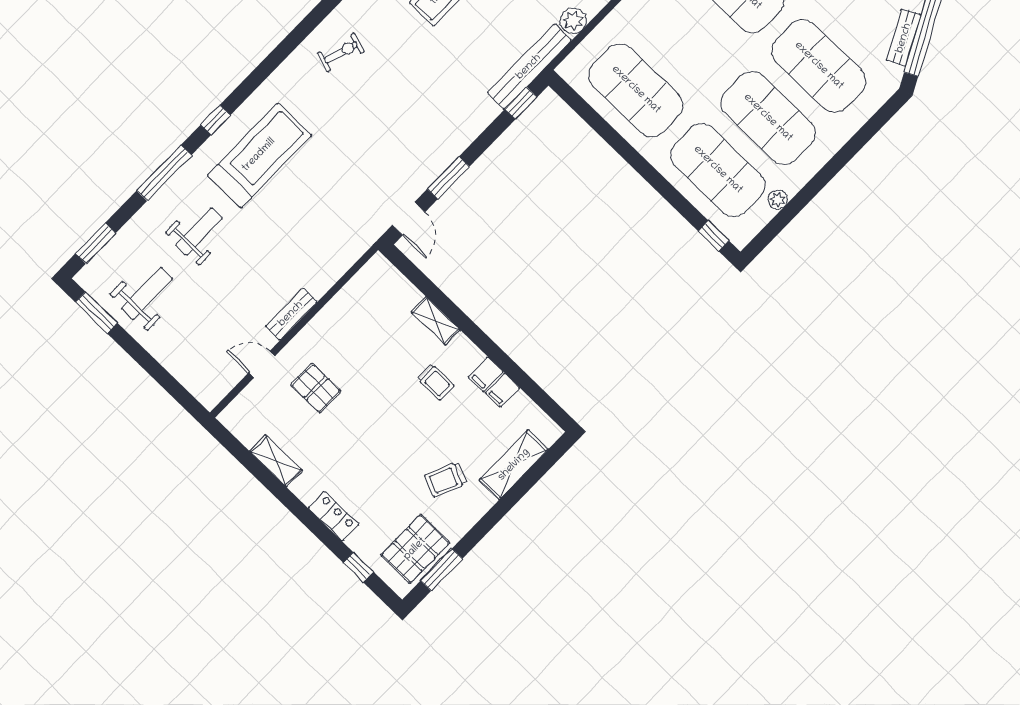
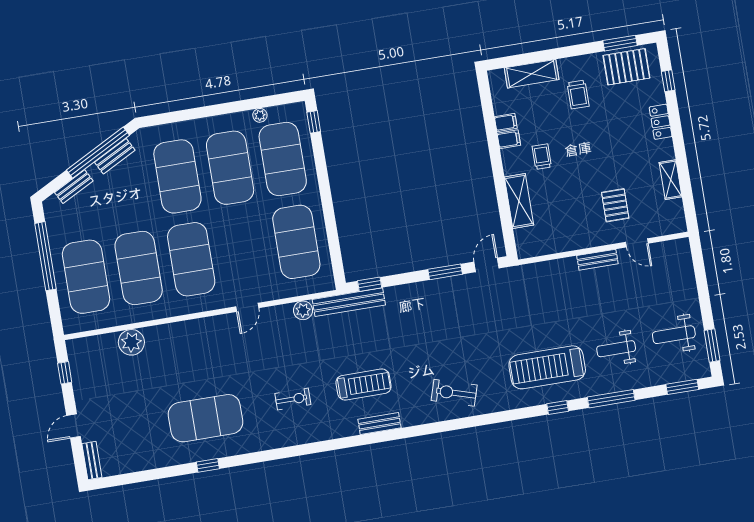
exercise bike: (341, 52) -> (454, 393), width x1.38, depth x1.39
shelving: (436, 321) -> (519, 201), width x1.50, depth x1.33
trolley: (446, 479) -> (578, 95), turned 67

